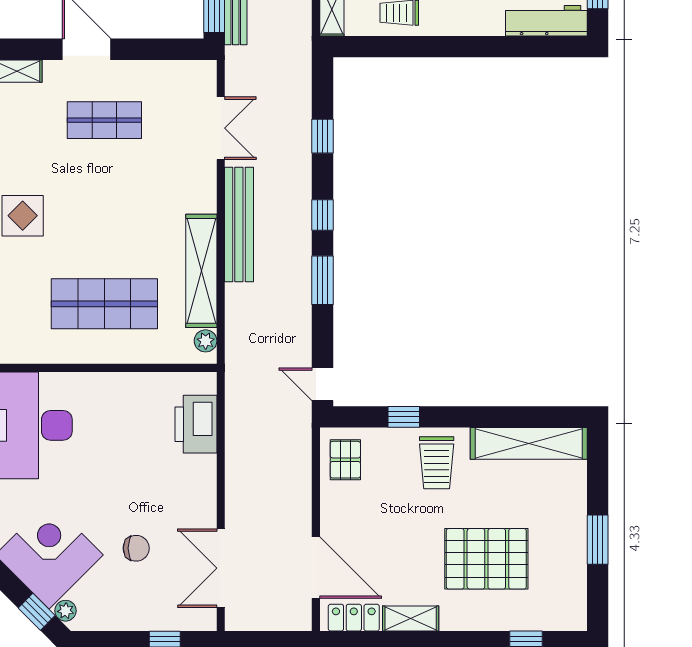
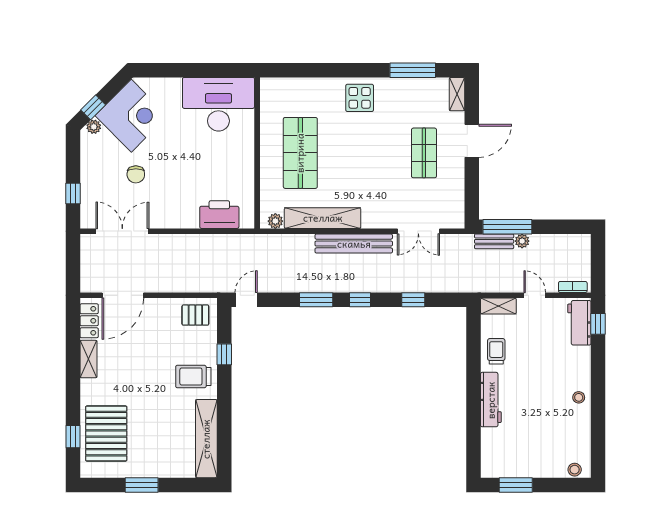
workbench: (546, 21) -> (491, 400), moved
pallet: (486, 559) -> (106, 434), moved

